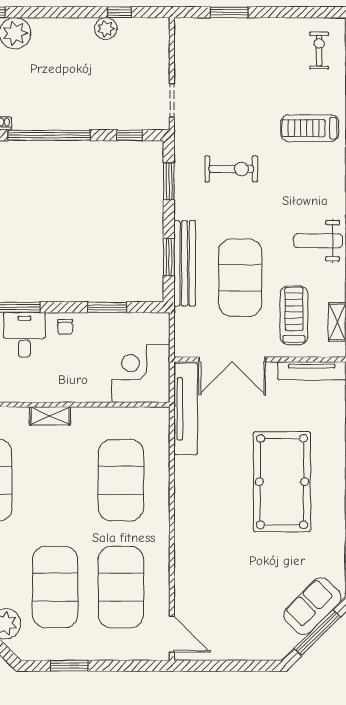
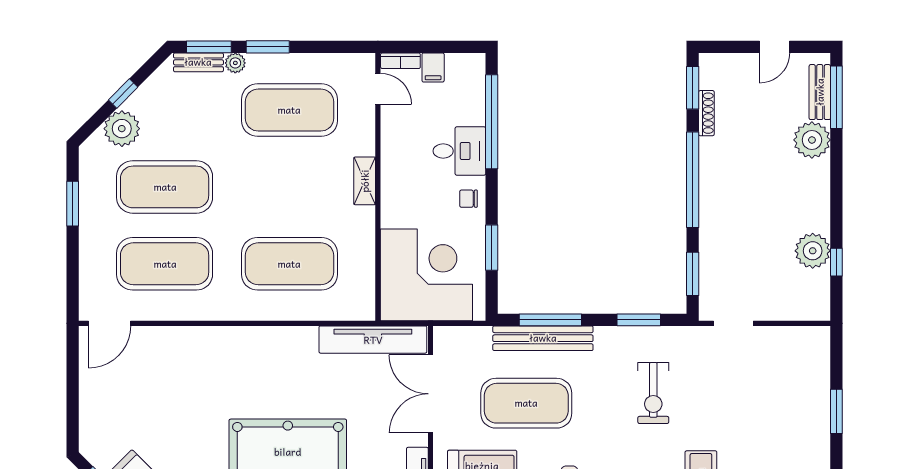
window: (229, 12) -> (836, 411), moved
plant: (106, 29) -> (813, 251), width x1.36, depth x1.36
window: (130, 135) -> (693, 274), width x1.50
window: (169, 257) -> (550, 320), width x1.44
corner desk: (141, 374) -> (426, 275), width x1.36, depth x1.36

